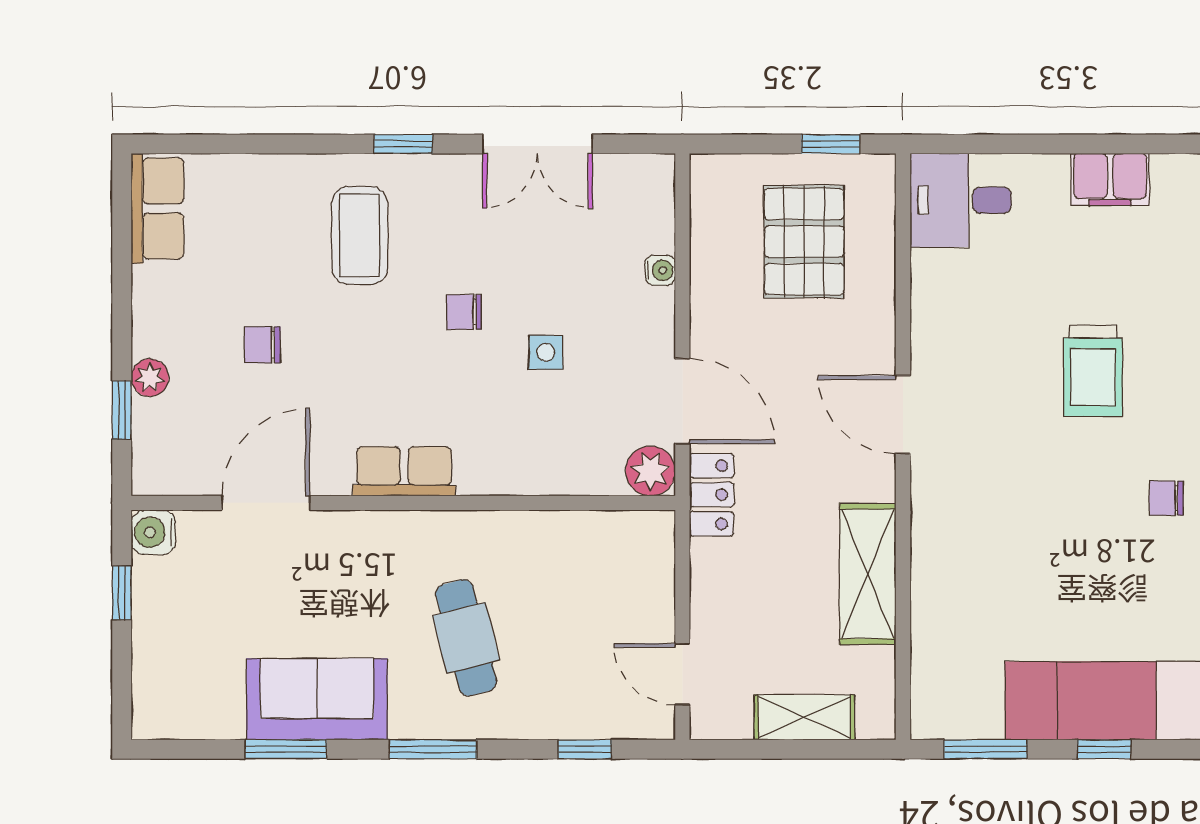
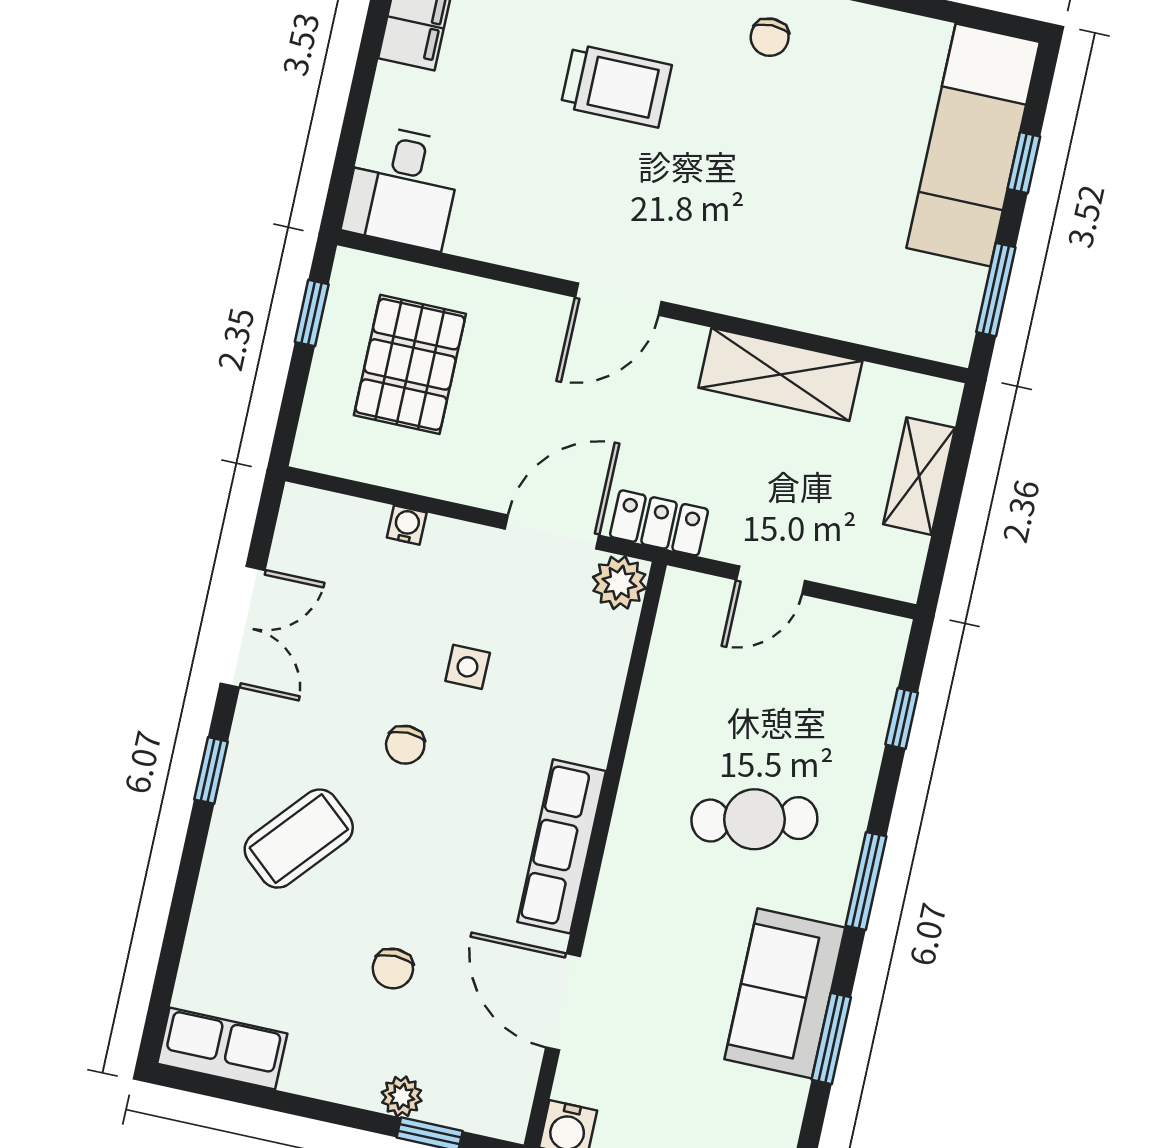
coffee table: (360, 235) -> (299, 839), turned -49
pallet: (804, 242) -> (410, 364), turned 90
row of seats: (404, 471) -> (562, 846), width x1.48
door: (682, 674) -> (771, 580), moved

